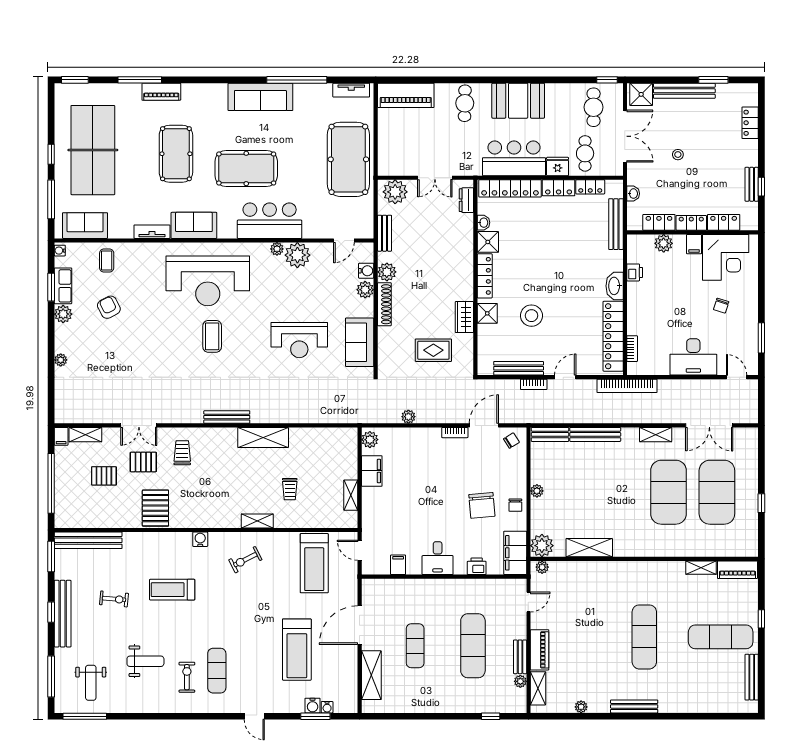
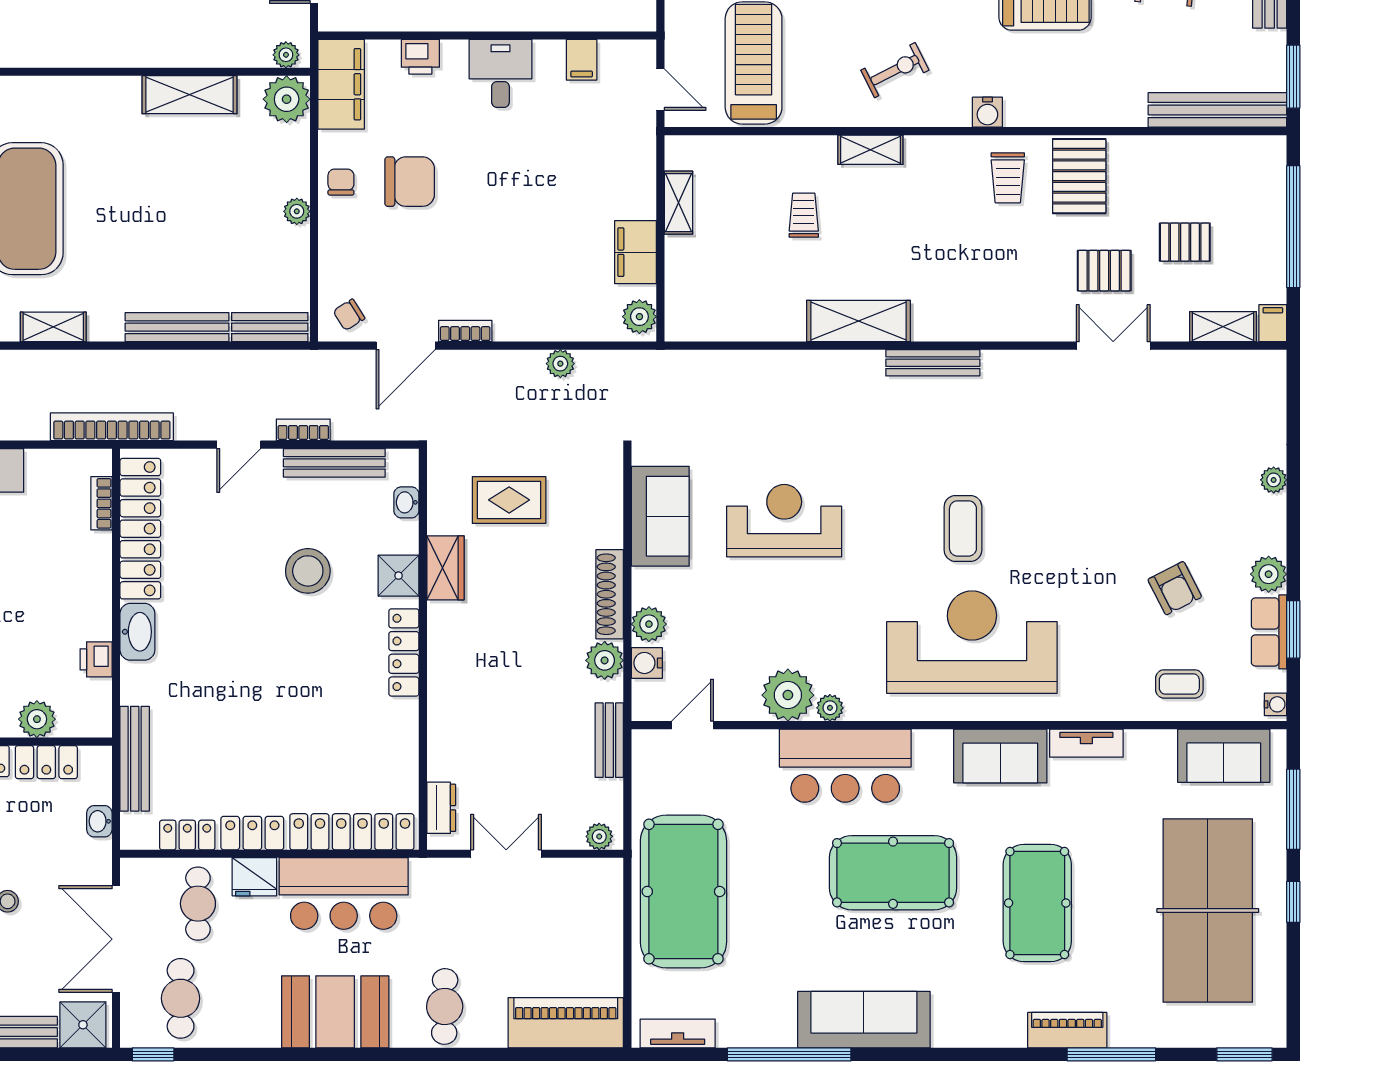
plant: (395, 192) -> (599, 836), width x0.53, depth x0.53
washbasin: (483, 223) -> (406, 502), moved
shower: (488, 242) -> (397, 722), removed
coffee table: (107, 260) -> (1179, 684), turned 90
trolley: (182, 453) -> (1008, 178), moved
chair: (482, 505) -> (410, 182), turned 95

